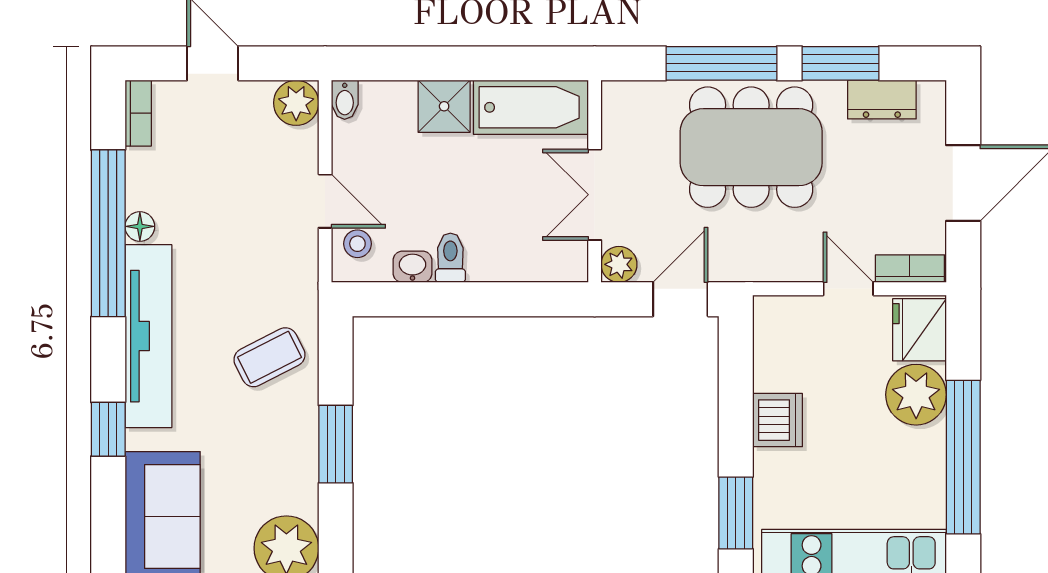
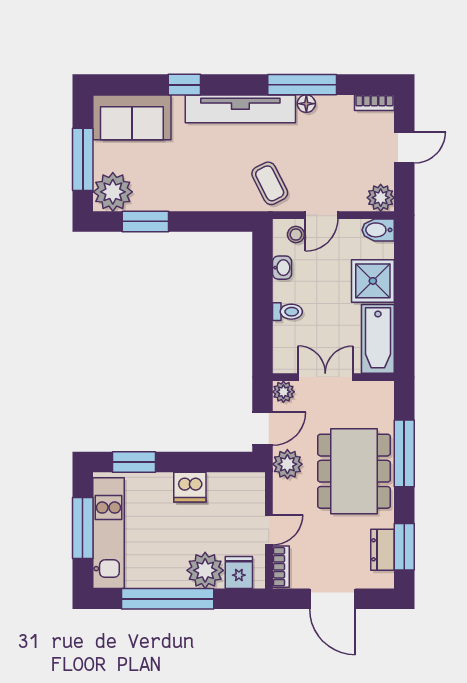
window: (840, 63) -> (404, 547), moved
bidet: (345, 100) -> (378, 230), width x1.38, depth x1.36
shower: (444, 106) -> (373, 281), width x1.36, depth x1.36
window: (108, 233) -> (302, 85), width x0.68
toilet: (450, 258) -> (287, 312), moved
plant: (739, 258) -> (287, 464), added
door: (680, 299) -> (263, 429), hinge flipped
fridge: (920, 330) -> (239, 572), width x0.72
coffee table: (269, 357) -> (270, 183), moved
window: (336, 444) -> (145, 221), moved

